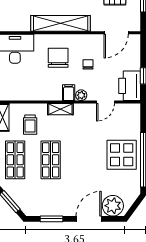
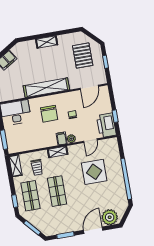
chair: (58, 58) -> (49, 114), turned 180
display table: (122, 155) -> (94, 172), moved

